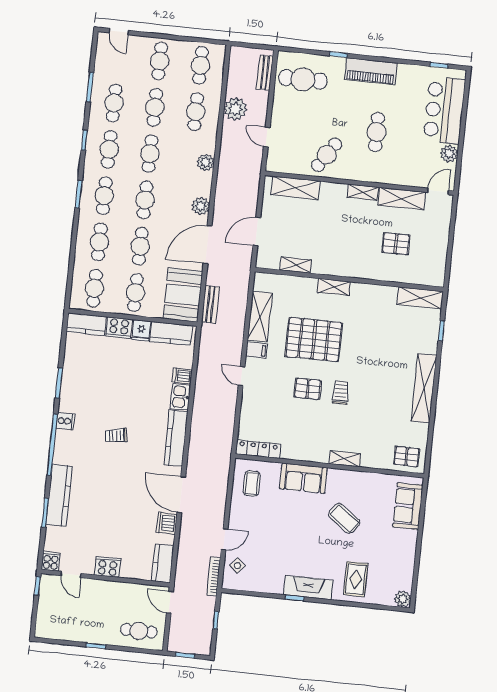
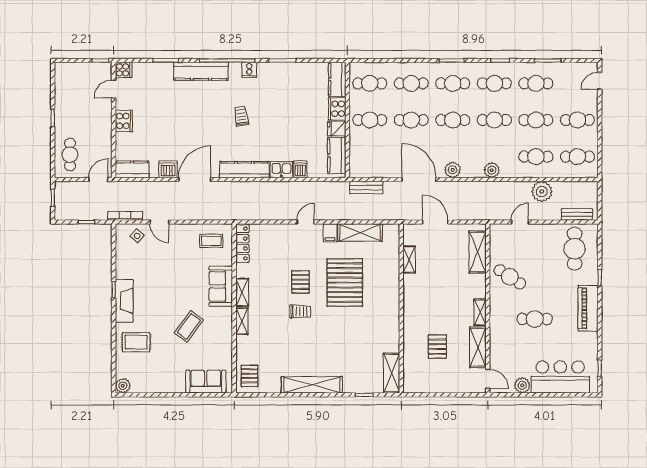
shelving: (334, 287) -> (242, 292), moved
booth: (183, 295) -> (372, 162), removed
kitchen counter: (59, 495) -> (201, 71), moved

